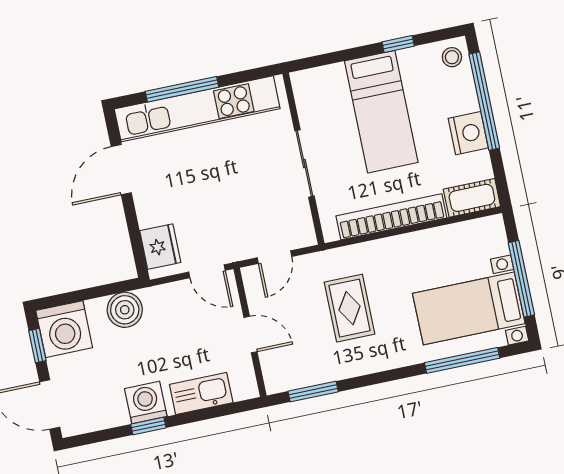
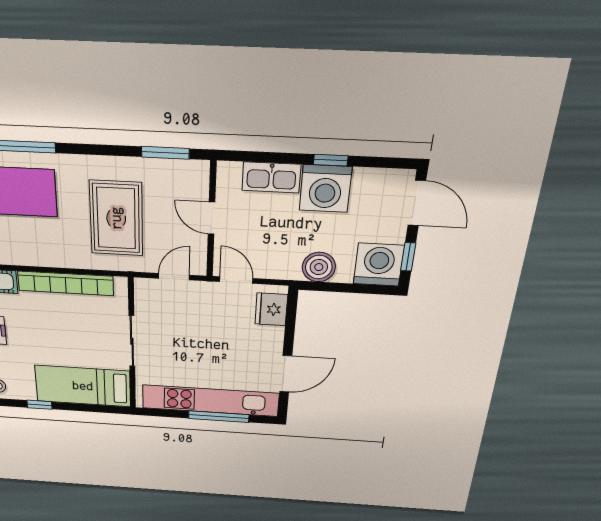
bed: (381, 112) -> (83, 386), moved, turned -90
rug: (350, 308) -> (116, 218), width x1.36, depth x1.43
washing machine: (146, 402) -> (325, 189), width x1.37, depth x1.37

